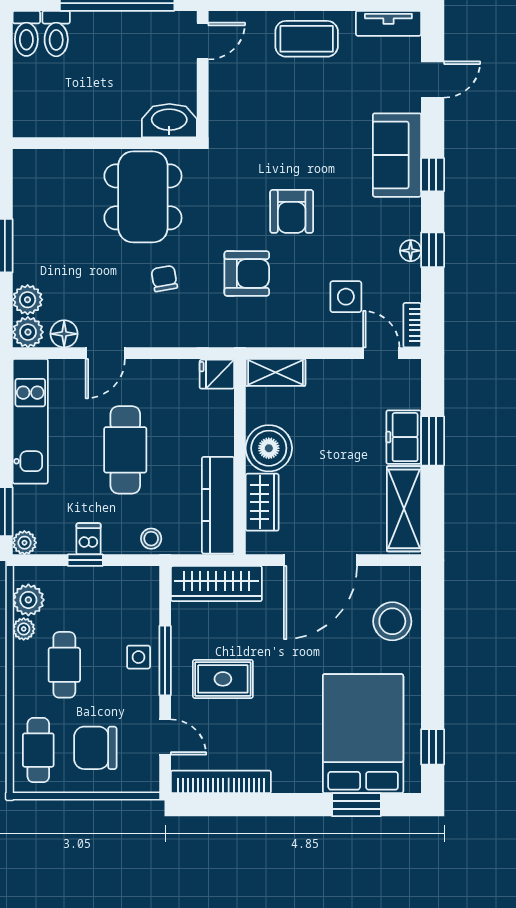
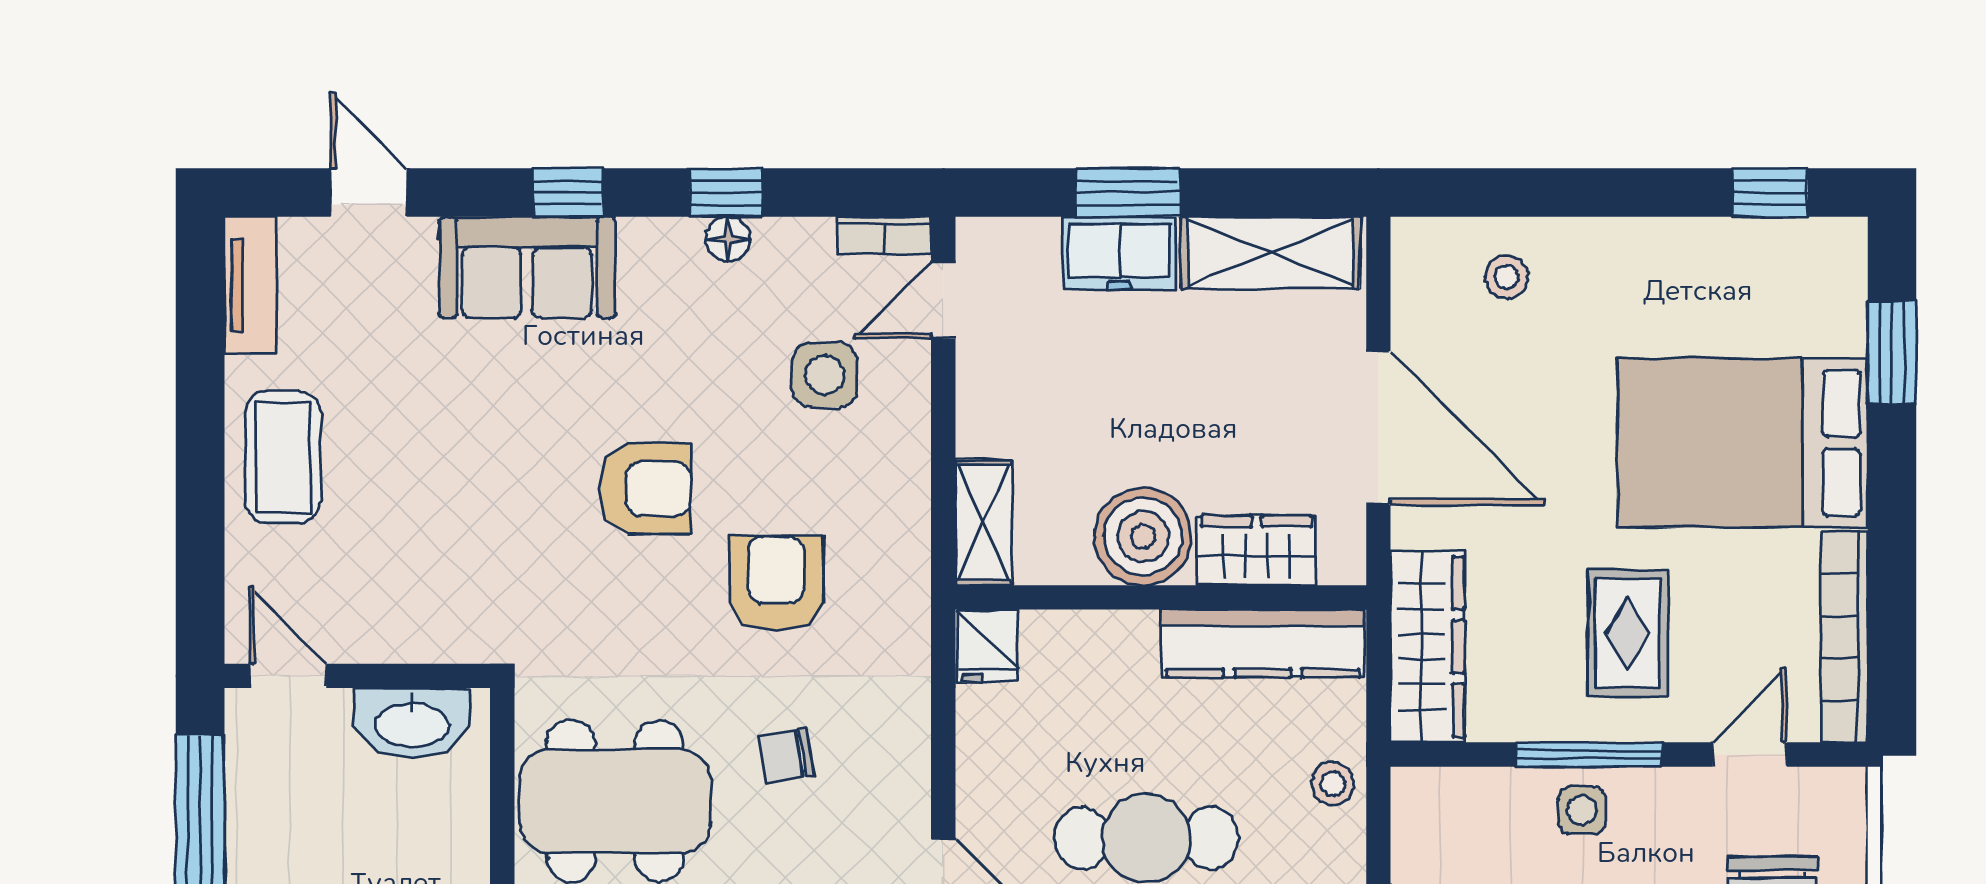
washbasin: (169, 121) -> (412, 723), moved, turned -90
stool: (392, 621) -> (1507, 277), width x0.53, depth x0.53
bed: (363, 734) -> (1743, 443), moved

